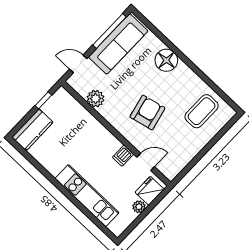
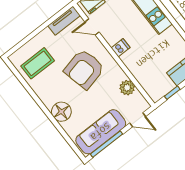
armchair: (147, 112) -> (84, 69), width x1.36, depth x1.36
dishwasher: (123, 156) -> (121, 48), moved
tv unit: (178, 164) -> (64, 21), added

